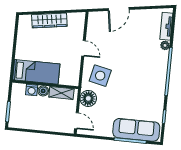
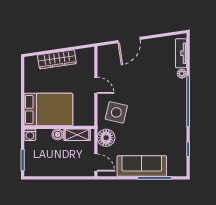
bed: (36, 72) -> (48, 110), width x1.50
washing machine: (32, 90) -> (30, 135), moved
sofa: (136, 130) -> (142, 166), moved

